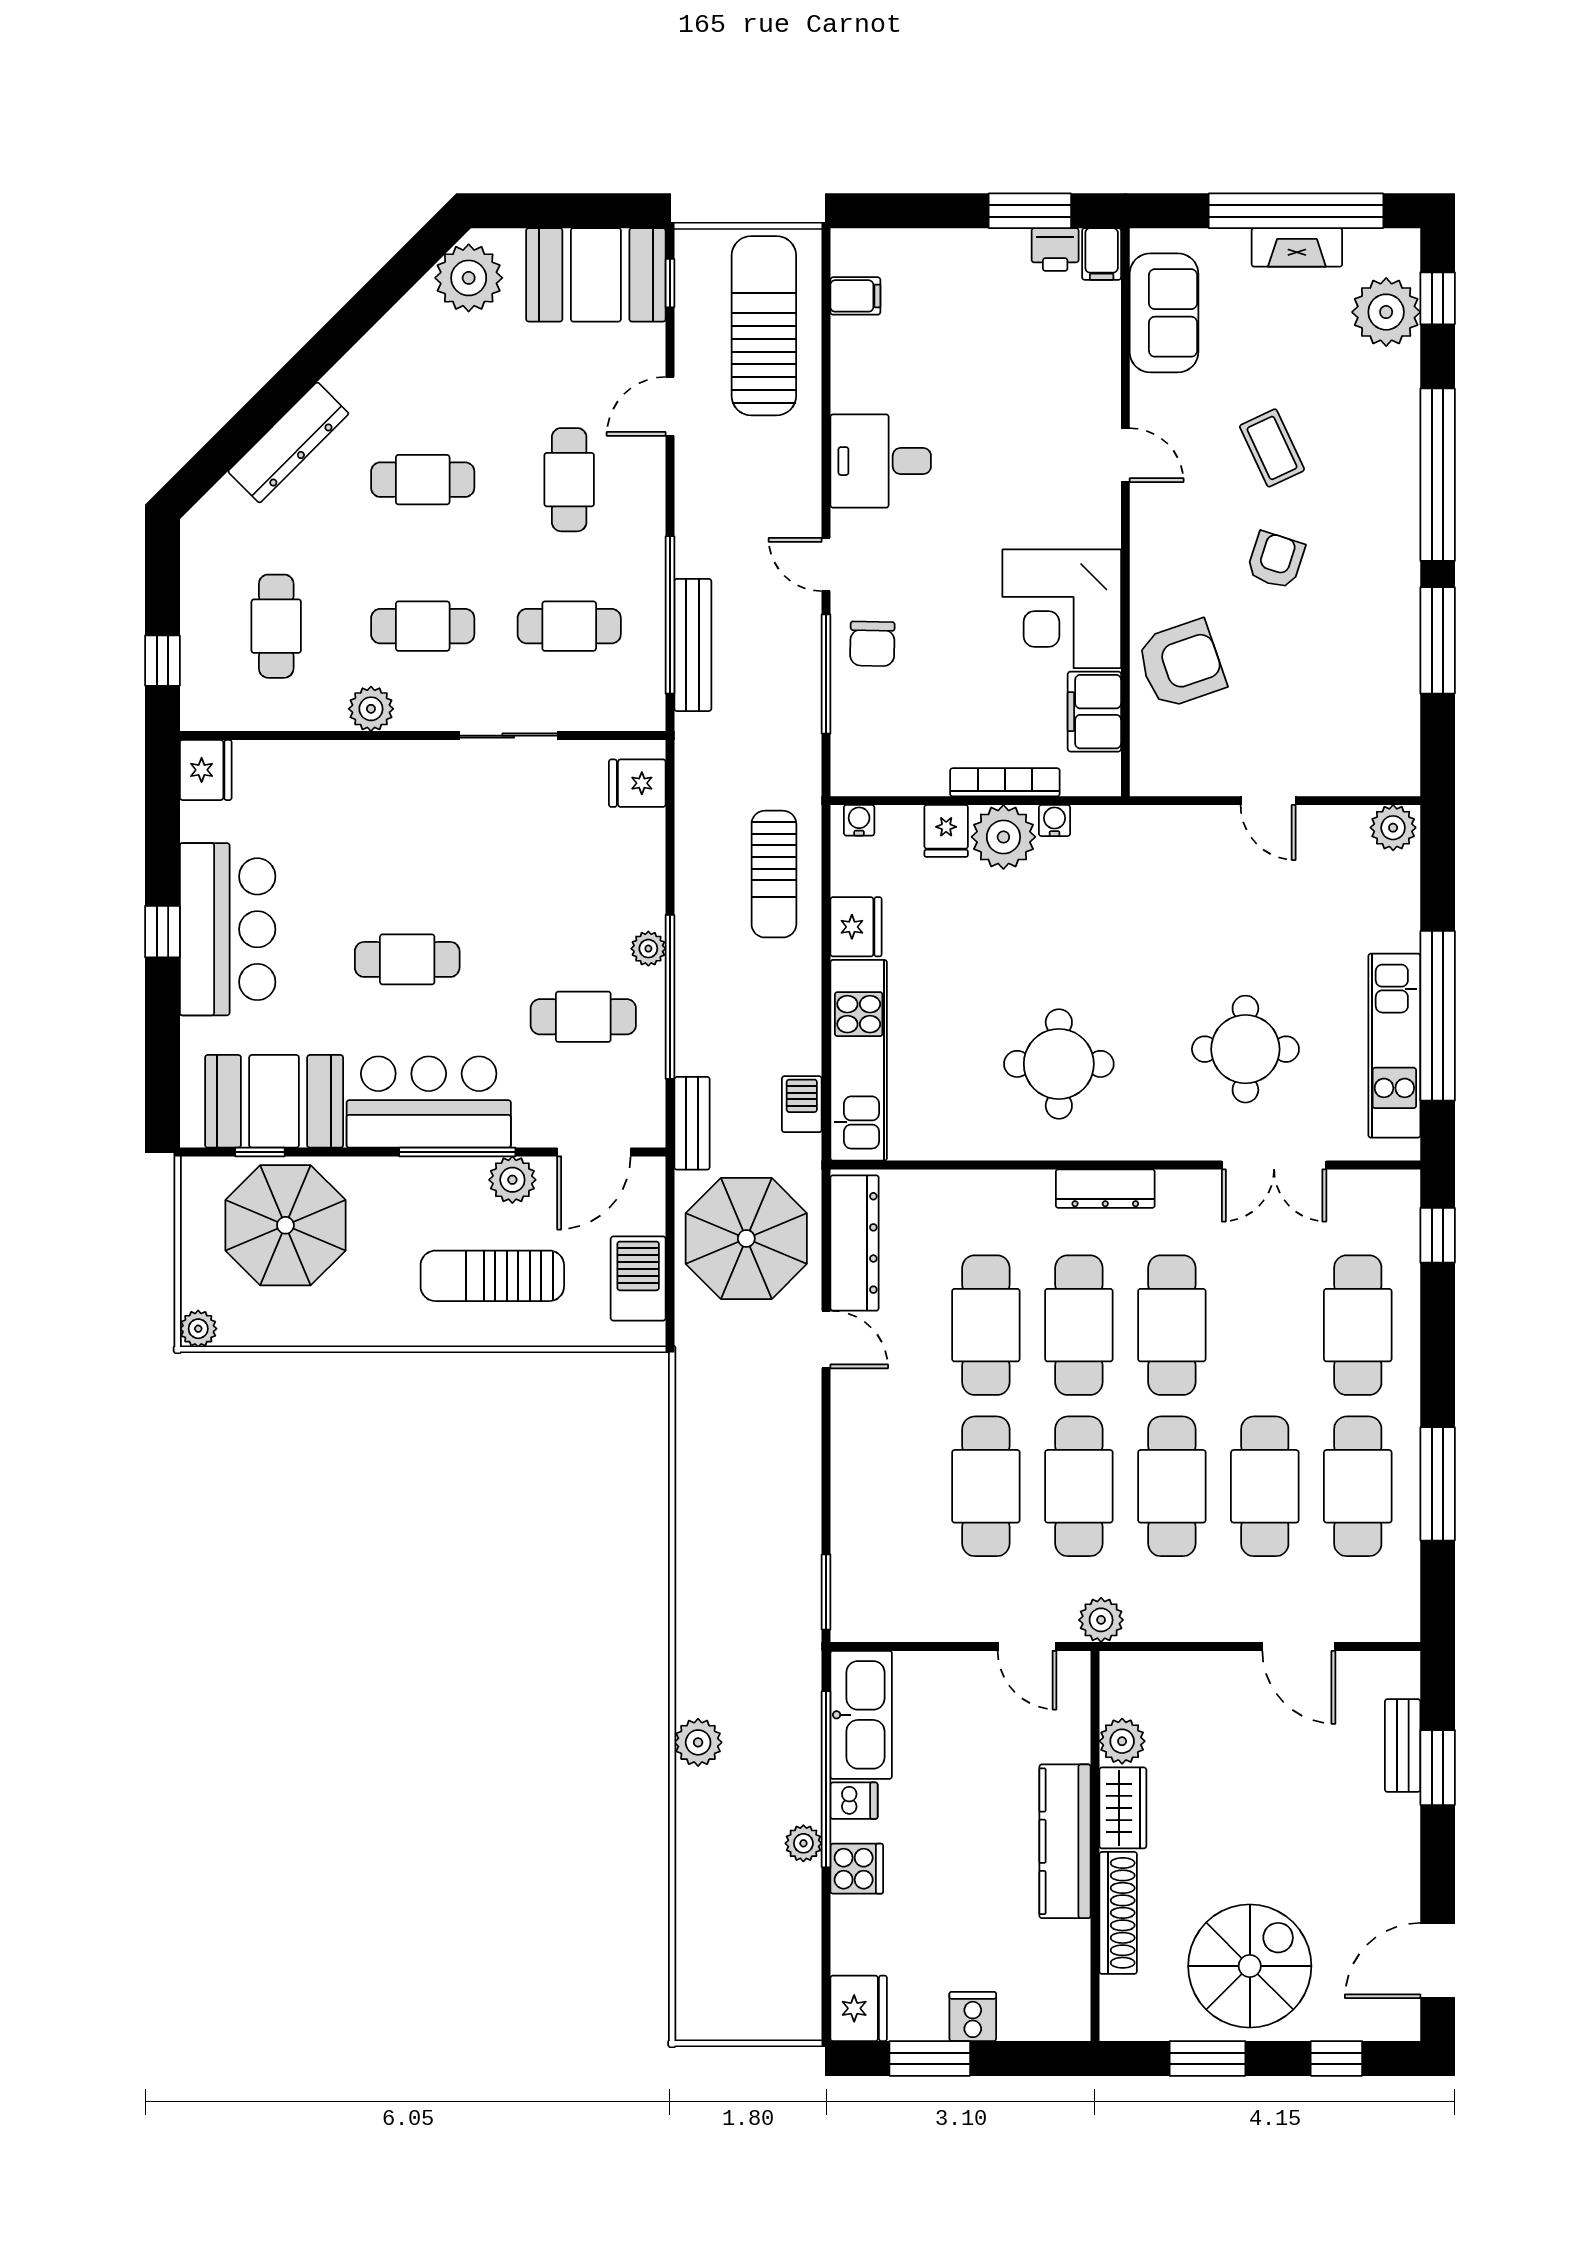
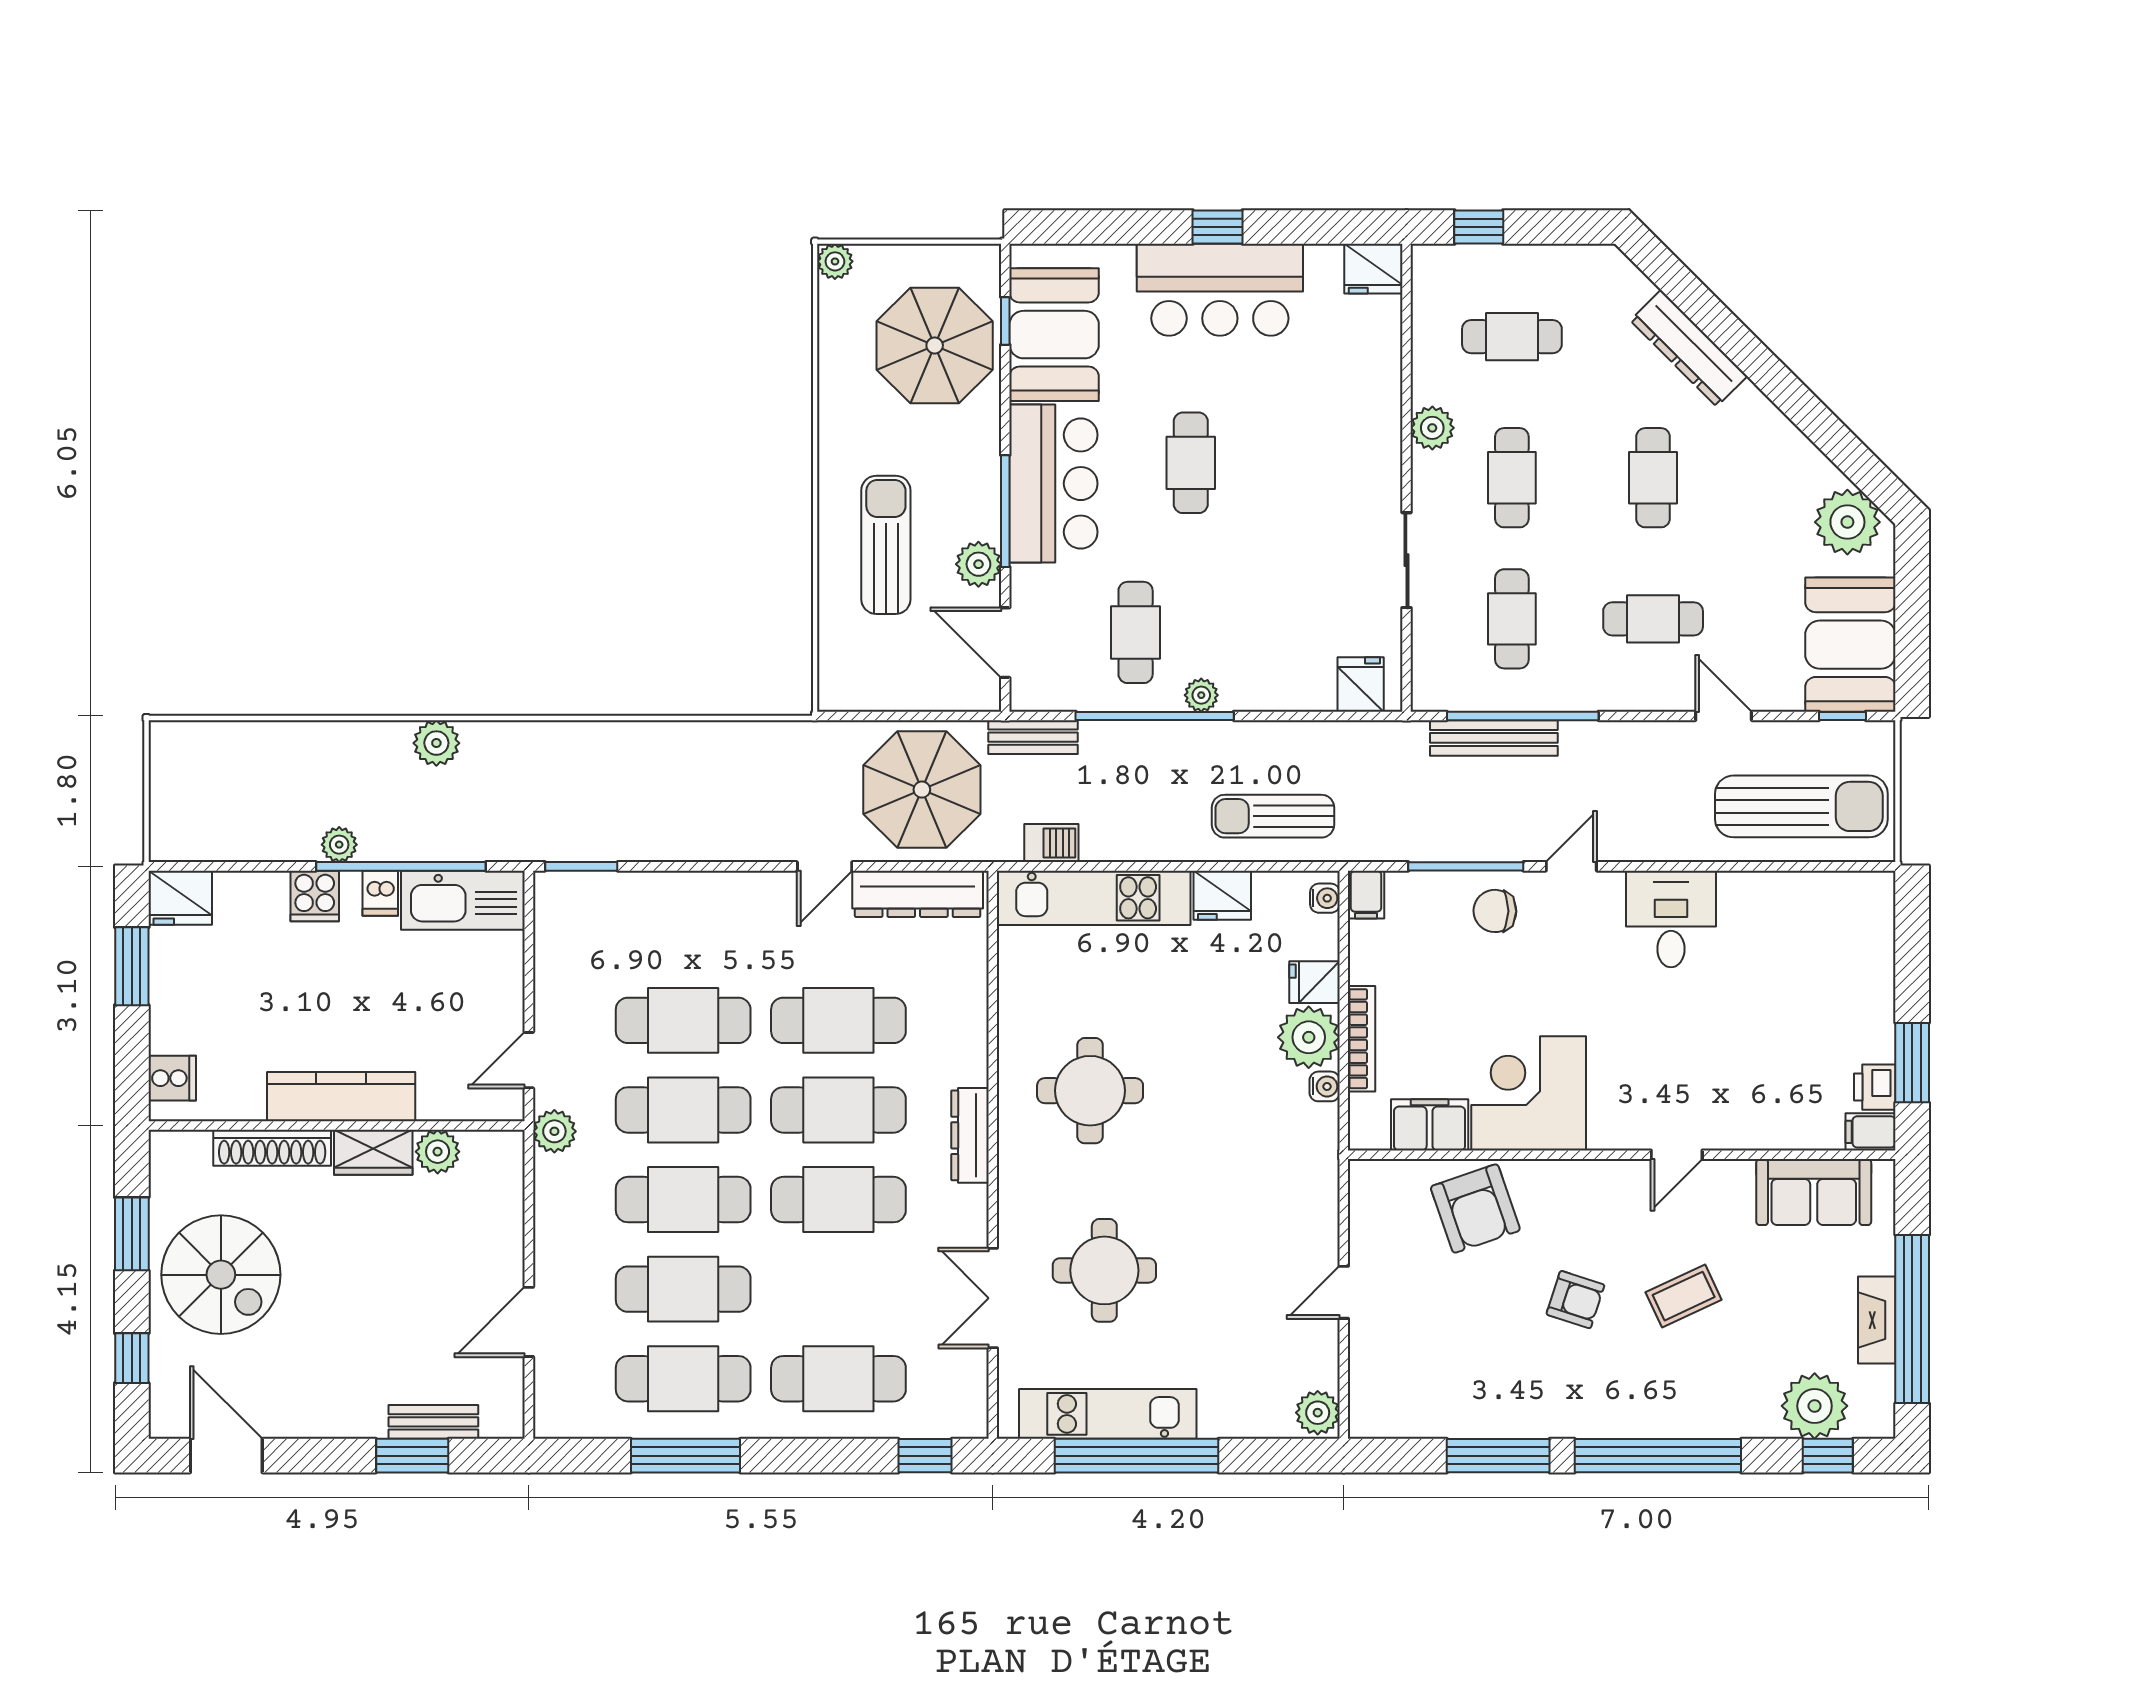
filing cabinet: (855, 296) -> (1366, 895), moved
barbecue: (638, 1279) -> (883, 685), removed
cooker: (973, 2017) -> (172, 1078), moved

